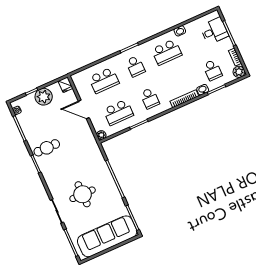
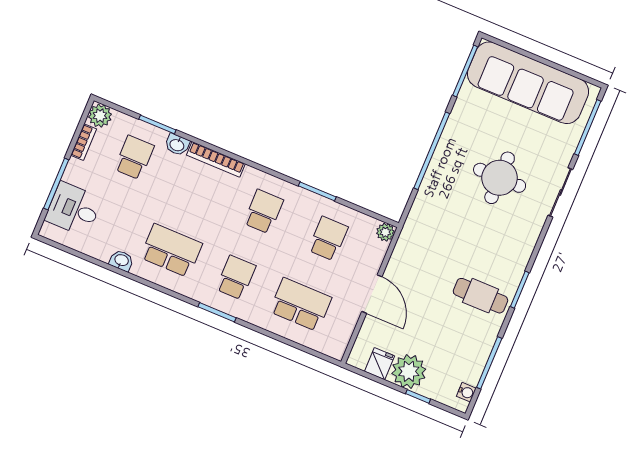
fridge: (65, 85) -> (380, 364), moved
school desk: (118, 112) -> (328, 239), width x0.54

